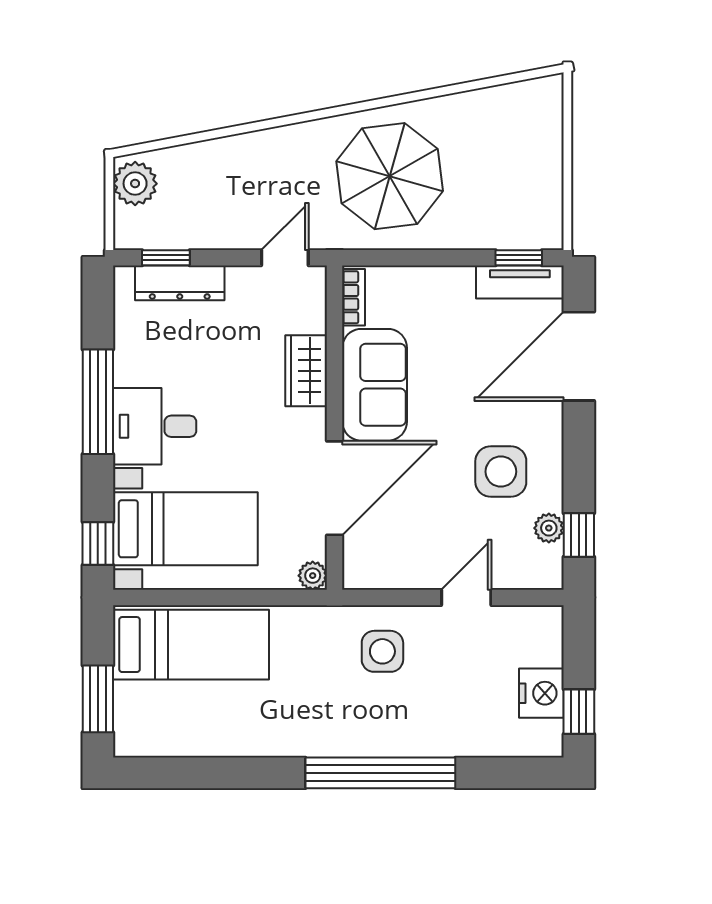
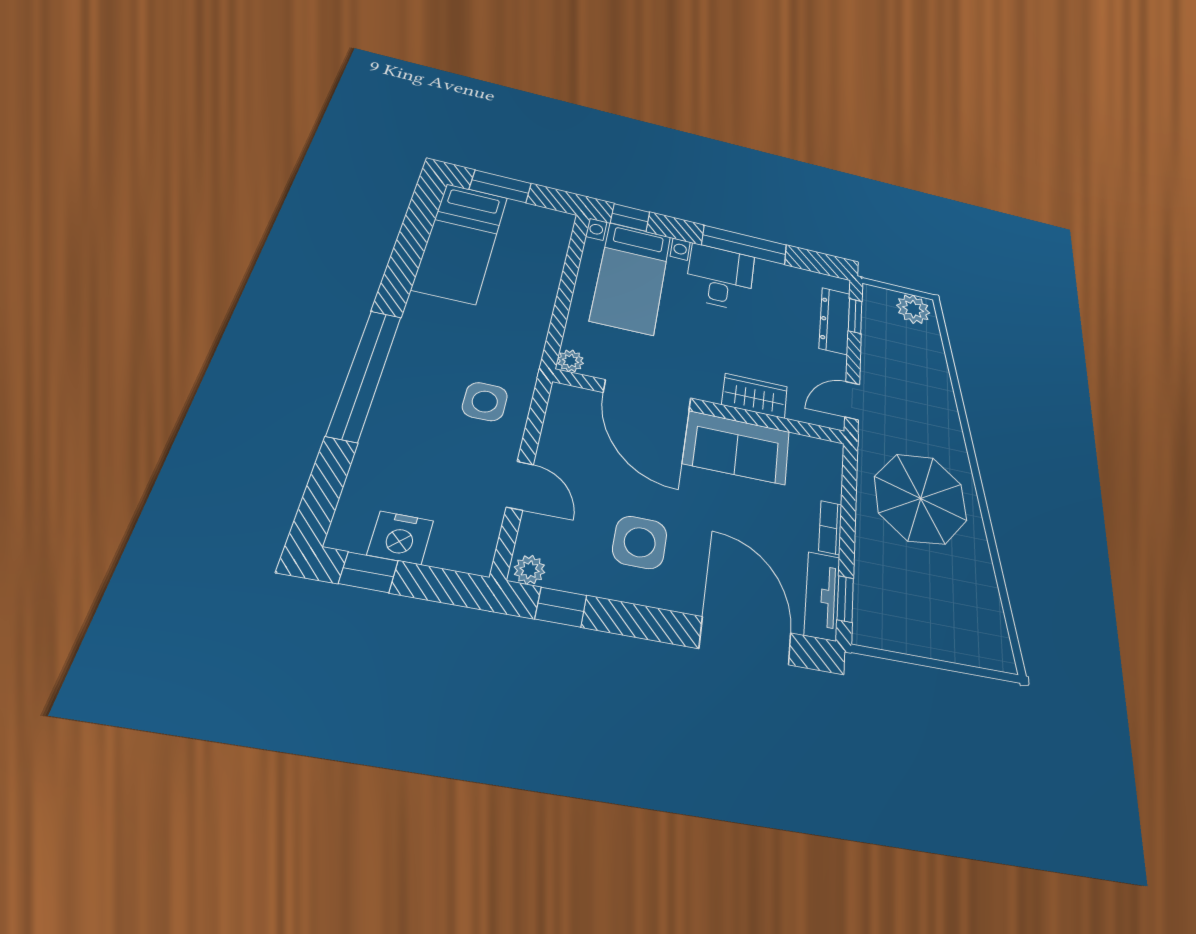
door: (285, 258) -> (852, 401), swing flipped
bookcase: (354, 297) -> (830, 528), moved, turned 90
plant: (549, 528) -> (530, 570), moved
bed: (191, 645) -> (461, 242), moved

